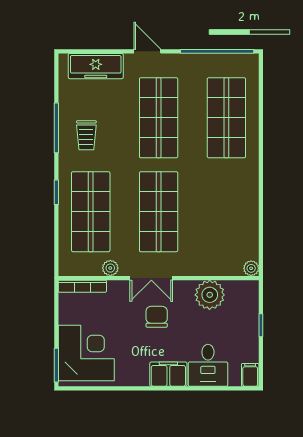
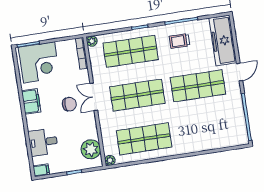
freezer: (96, 66) -> (223, 41), width x1.36, depth x1.26
shop shelf: (226, 118) -> (144, 139), moved
plant: (110, 268) -> (92, 41), moved
plant: (210, 295) -> (91, 149), moved
filing cabinet: (168, 374) -> (31, 101), moved

